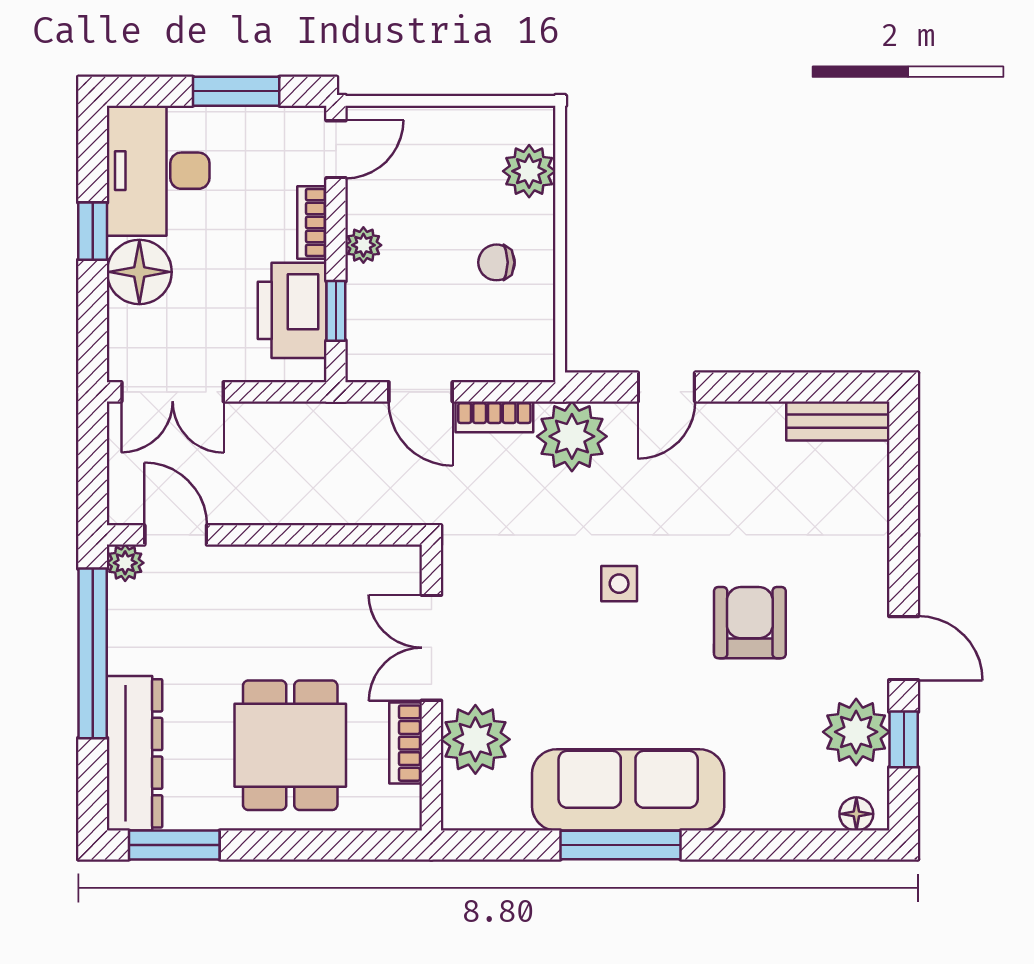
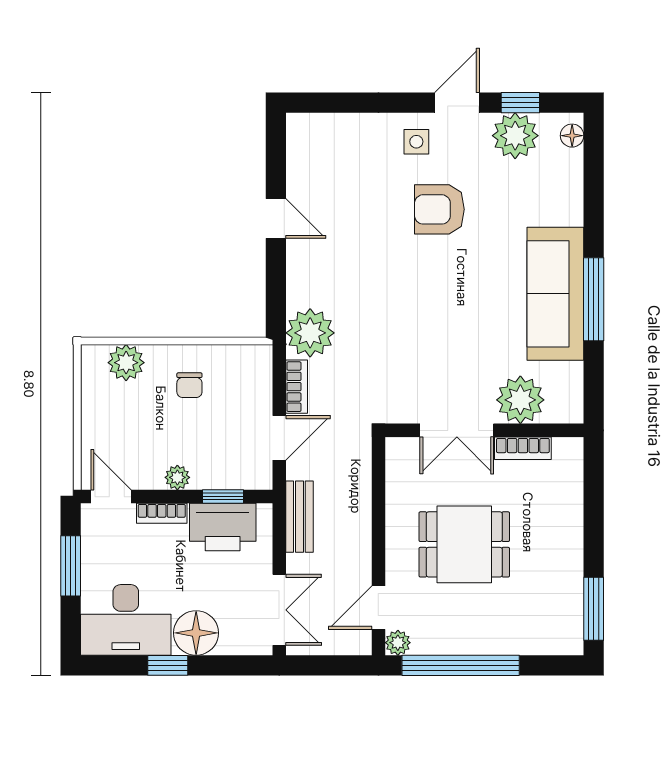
door: (666, 387) -> (276, 219), moved
bench: (838, 421) -> (299, 517), moved
side table: (619, 584) -> (416, 142), moved
dining table: (290, 745) -> (464, 544), moved
dresser: (135, 753) -> (530, 636), removed

